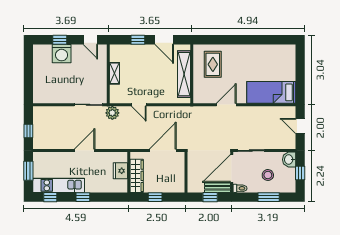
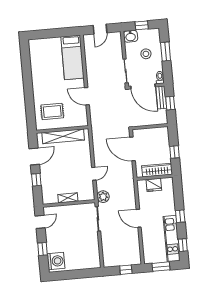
washing machine: (62, 54) -> (56, 261), moved

